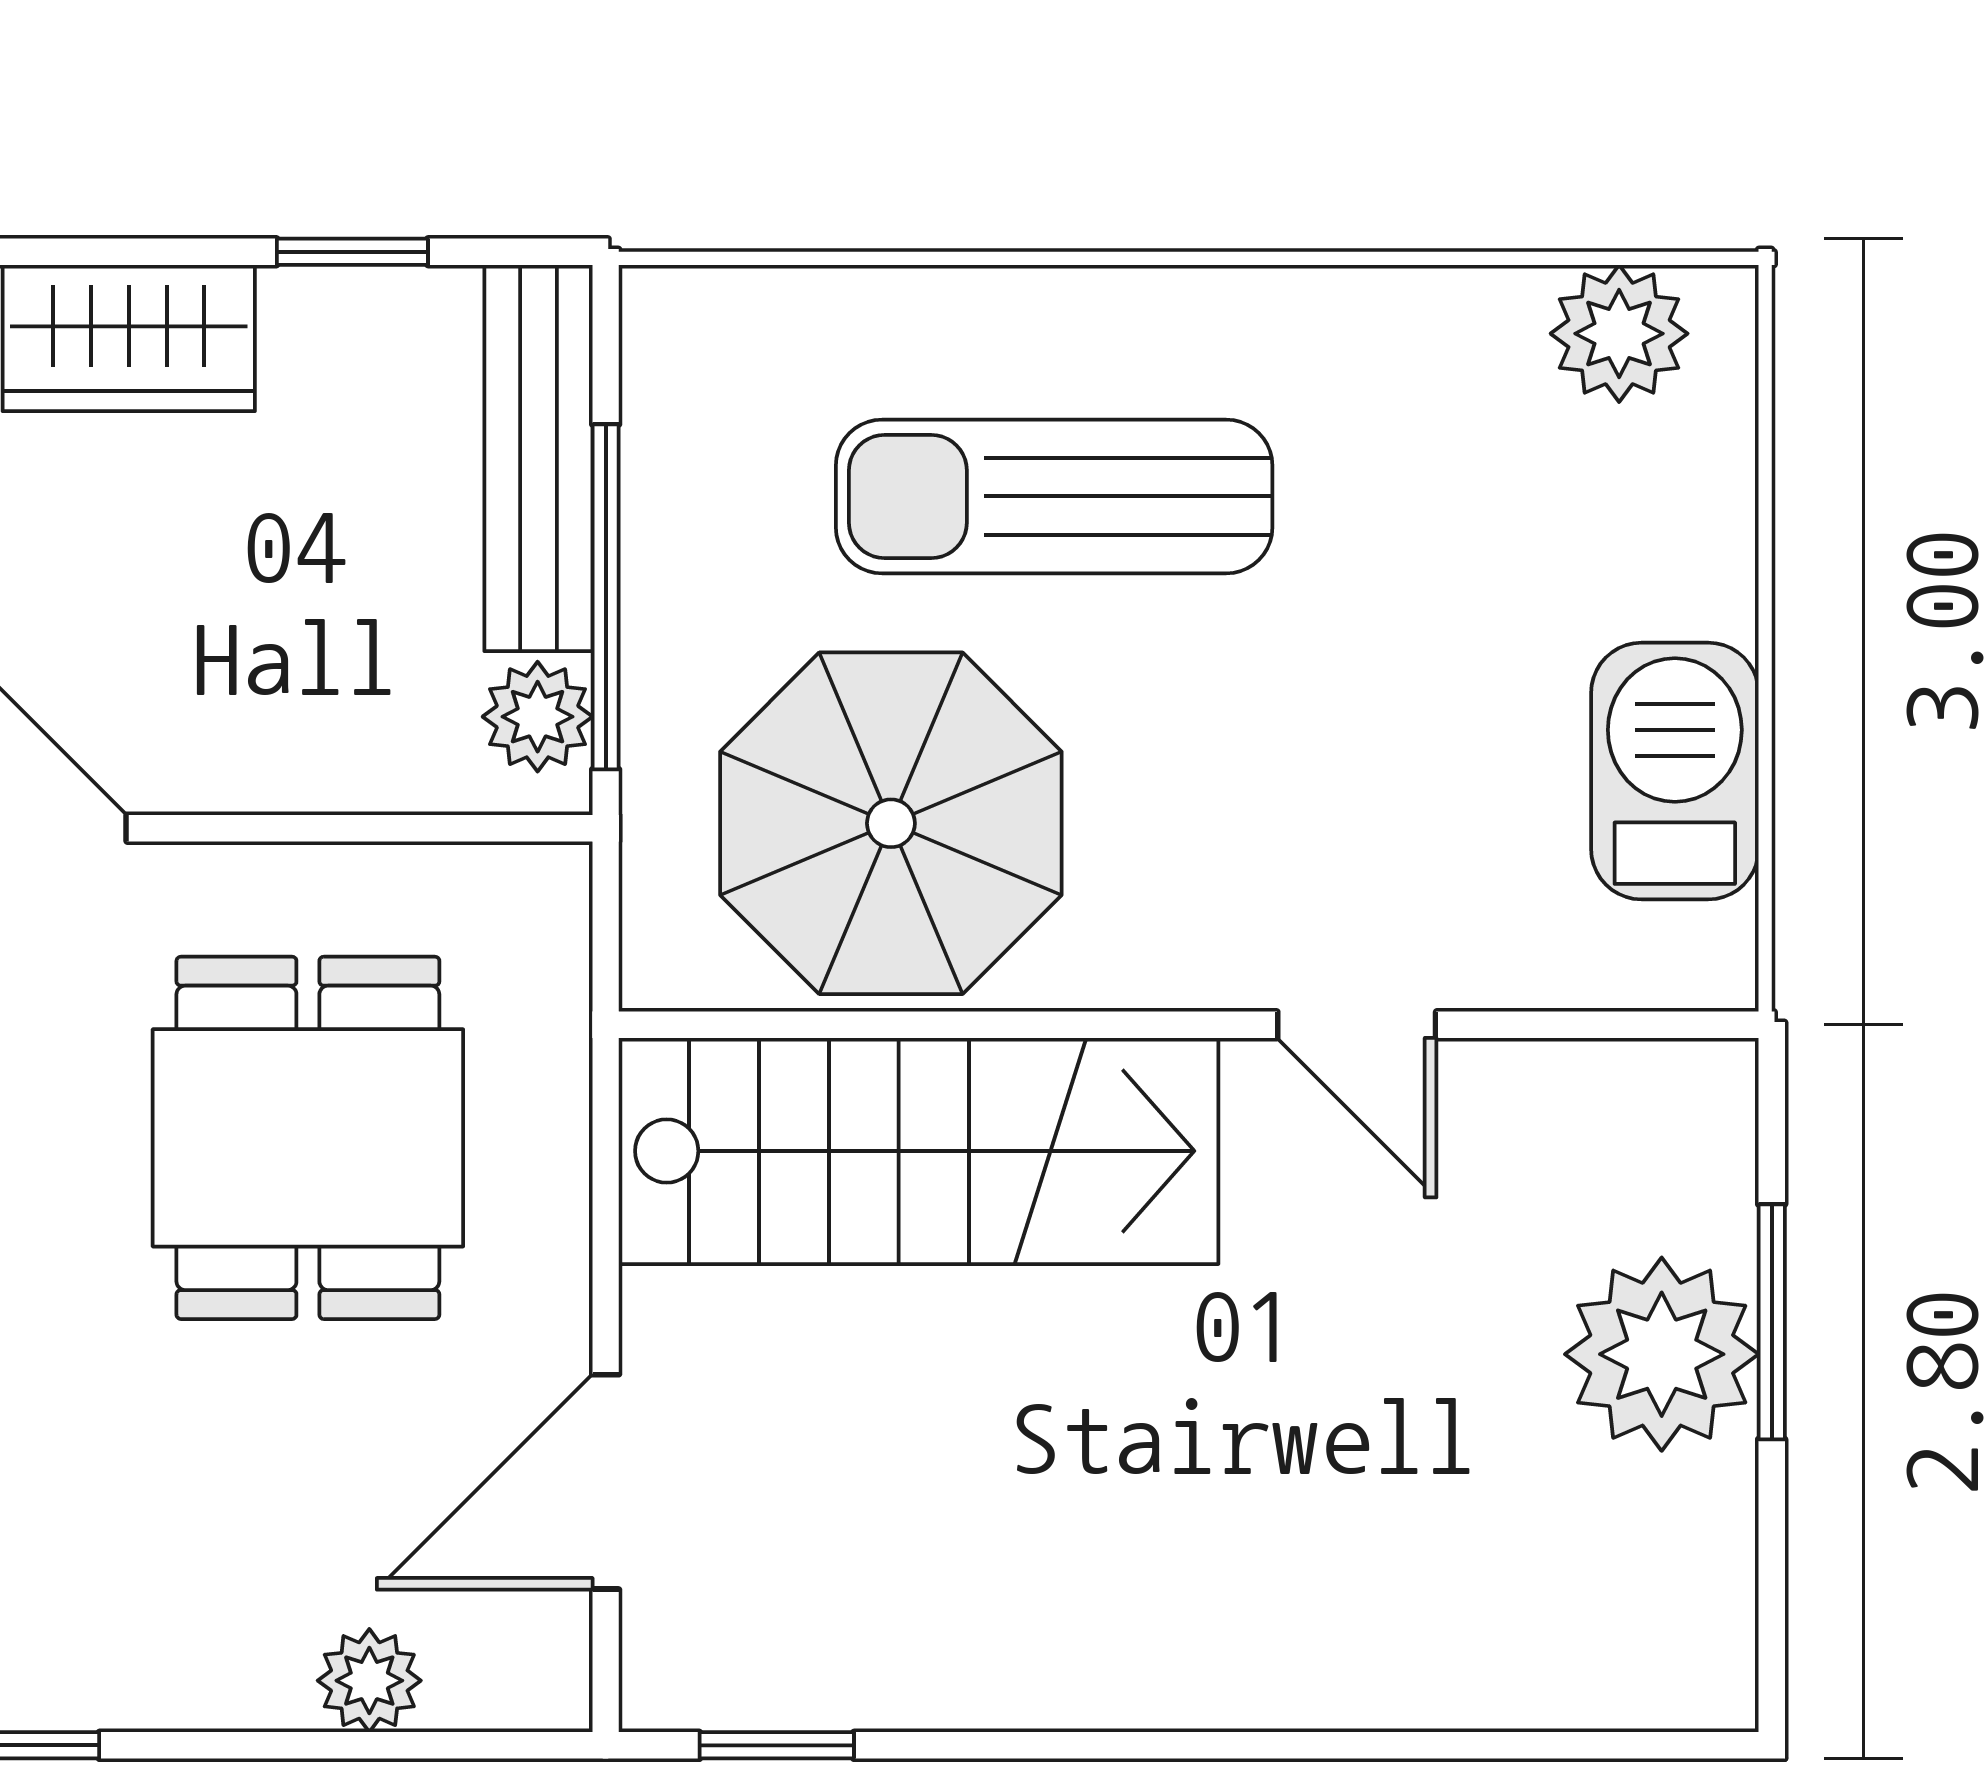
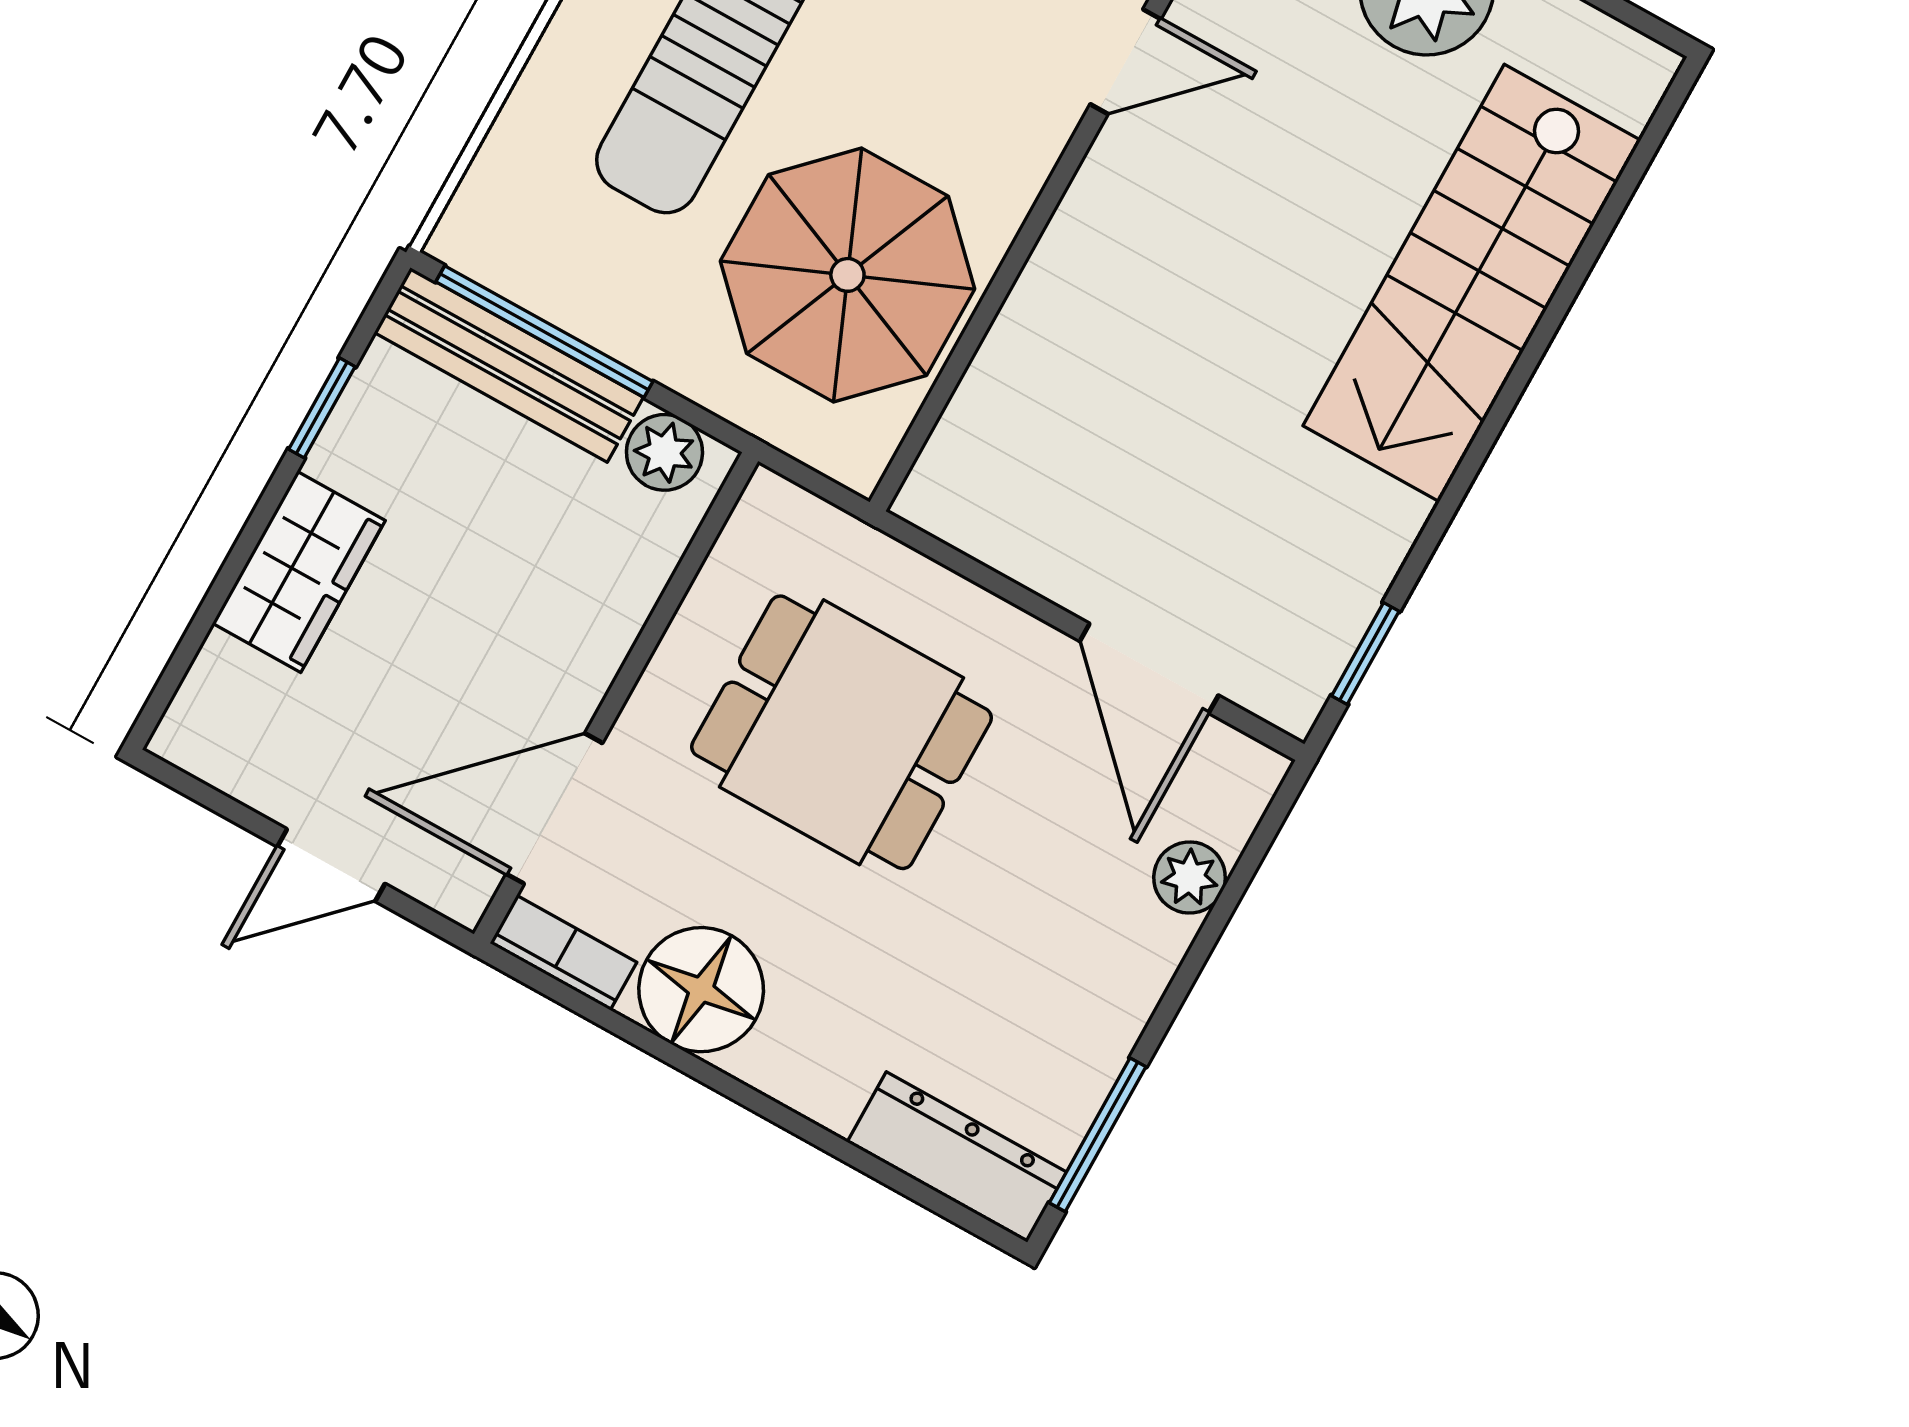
window: (606, 597) -> (544, 332), moved
stairs: (919, 1151) -> (1472, 283), moved, turned 180

